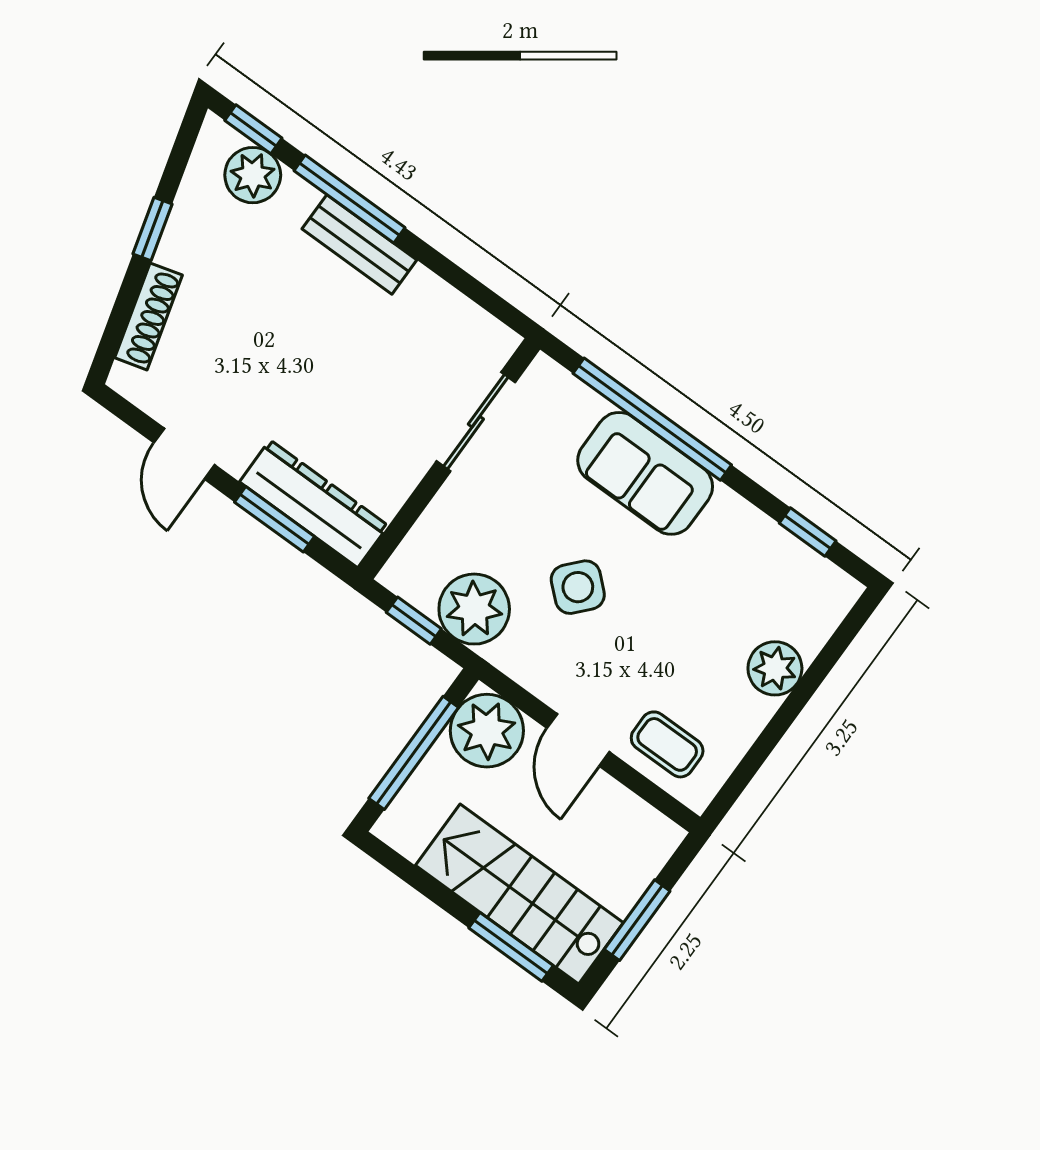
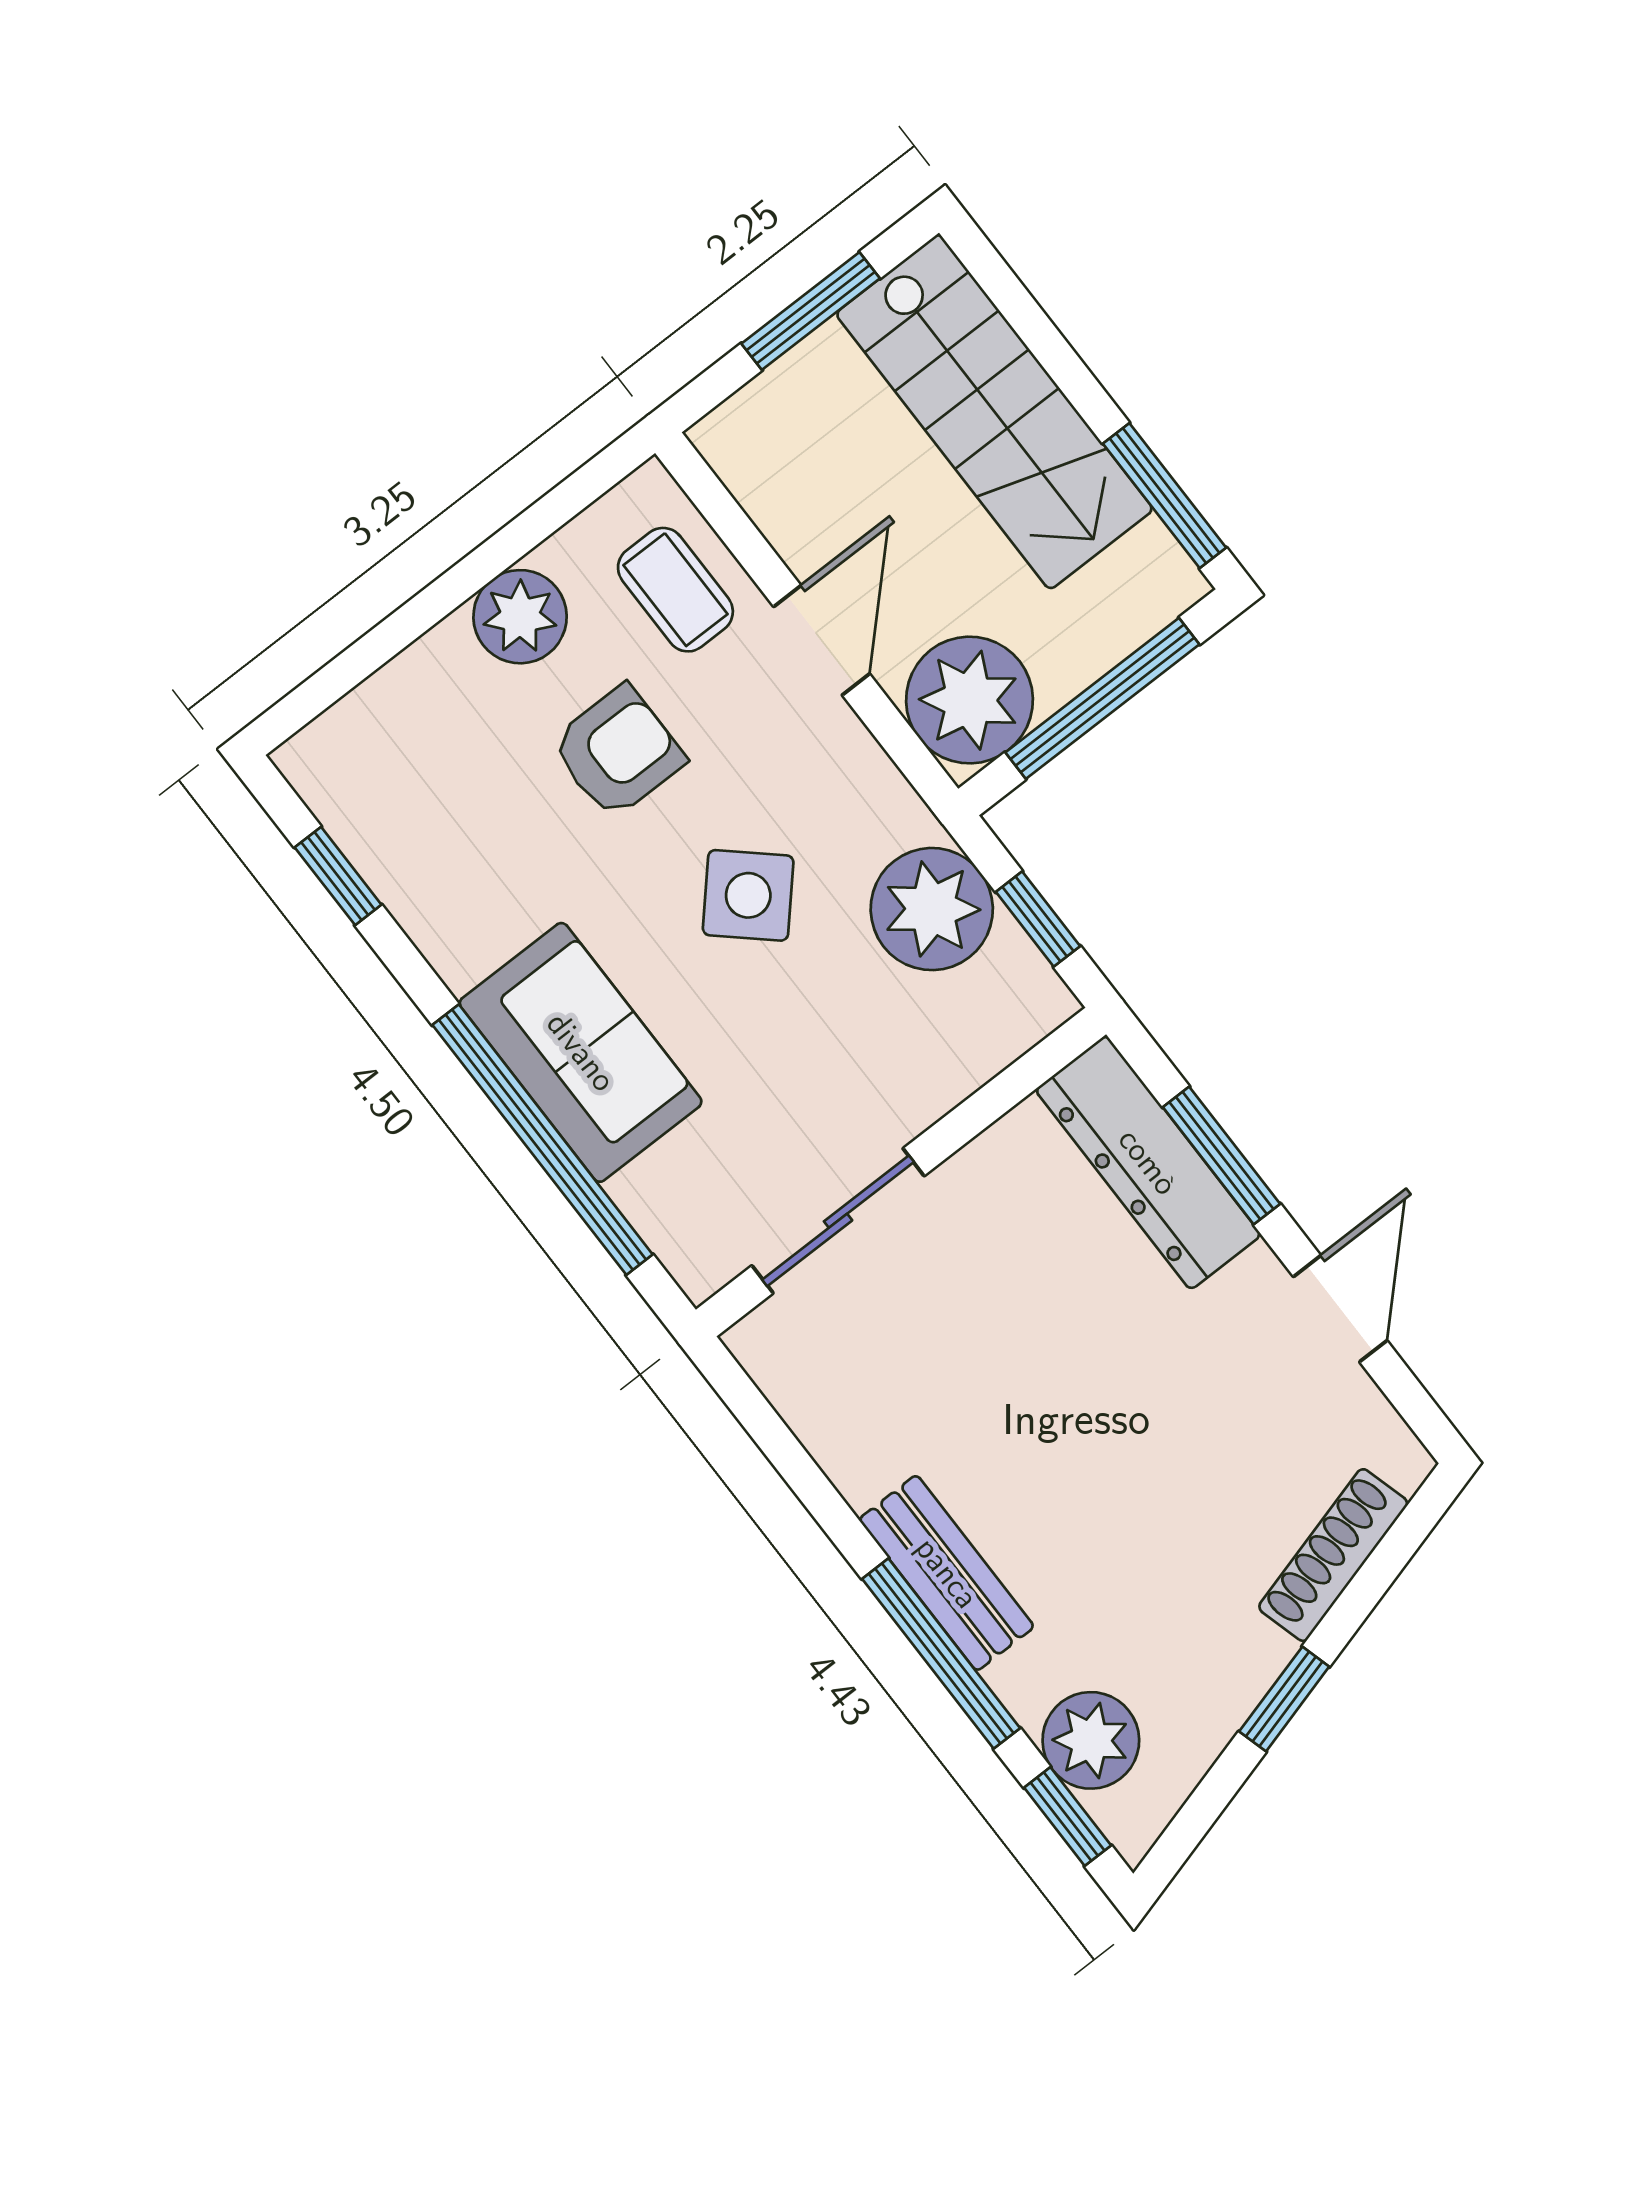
armchair: (673, 646) -> (618, 752), added
plant: (775, 668) -> (520, 617), moved
window: (511, 947) -> (1165, 496), moved

